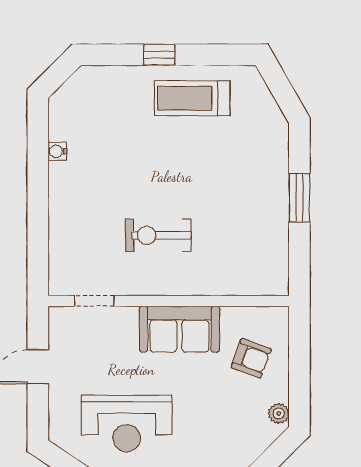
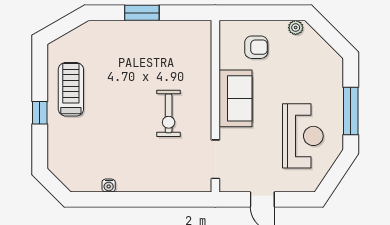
treadmill: (192, 98) -> (71, 89), turned 180
doorway: (94, 301) -> (215, 159), width x1.38
armchair: (251, 358) -> (256, 47), turned 70

